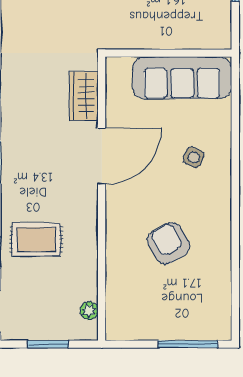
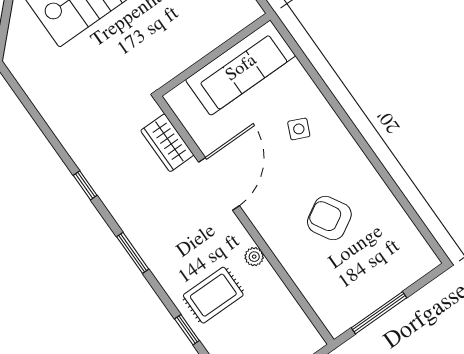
plant: (89, 311) -> (254, 257), moved
window: (188, 344) -> (379, 313), moved

